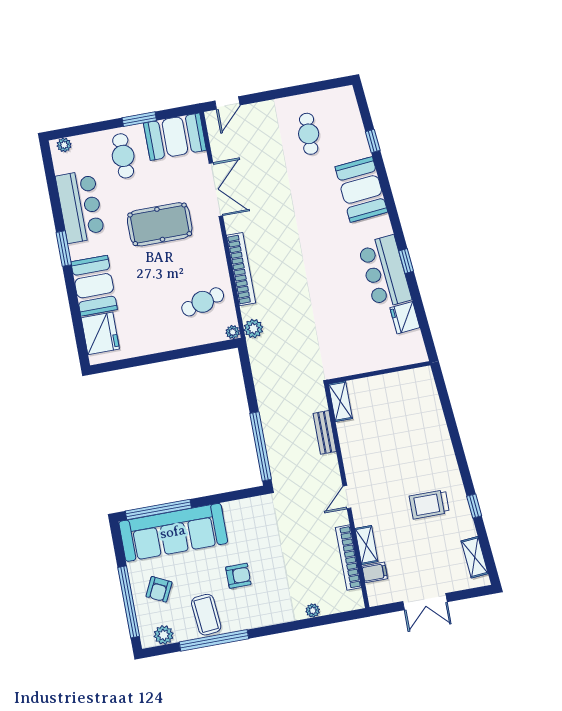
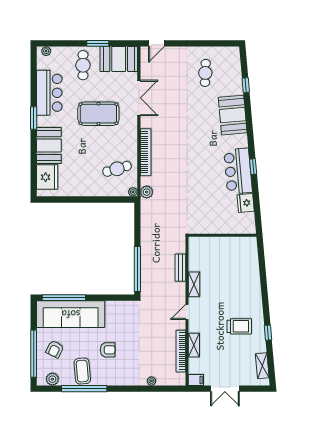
shelving: (340, 401) -> (194, 284), moved
trolley: (429, 504) -> (239, 326), turned 180
filing cabinet: (375, 572) -> (196, 380), moved

